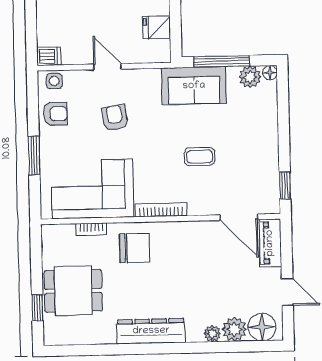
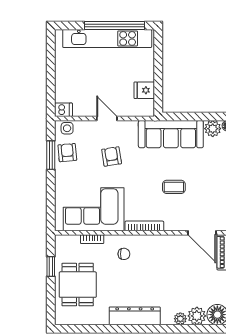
window: (222, 61) -> (192, 116), removed
sofa: (194, 86) -> (171, 134), width x1.36
armchair: (55, 114) -> (67, 153), turned -95
window: (34, 156) -> (51, 155), moved
chair: (134, 248) -> (124, 254), width x0.54, depth x0.54
dining table: (73, 291) -> (78, 285), turned 90
window: (37, 308) -> (51, 267), moved

